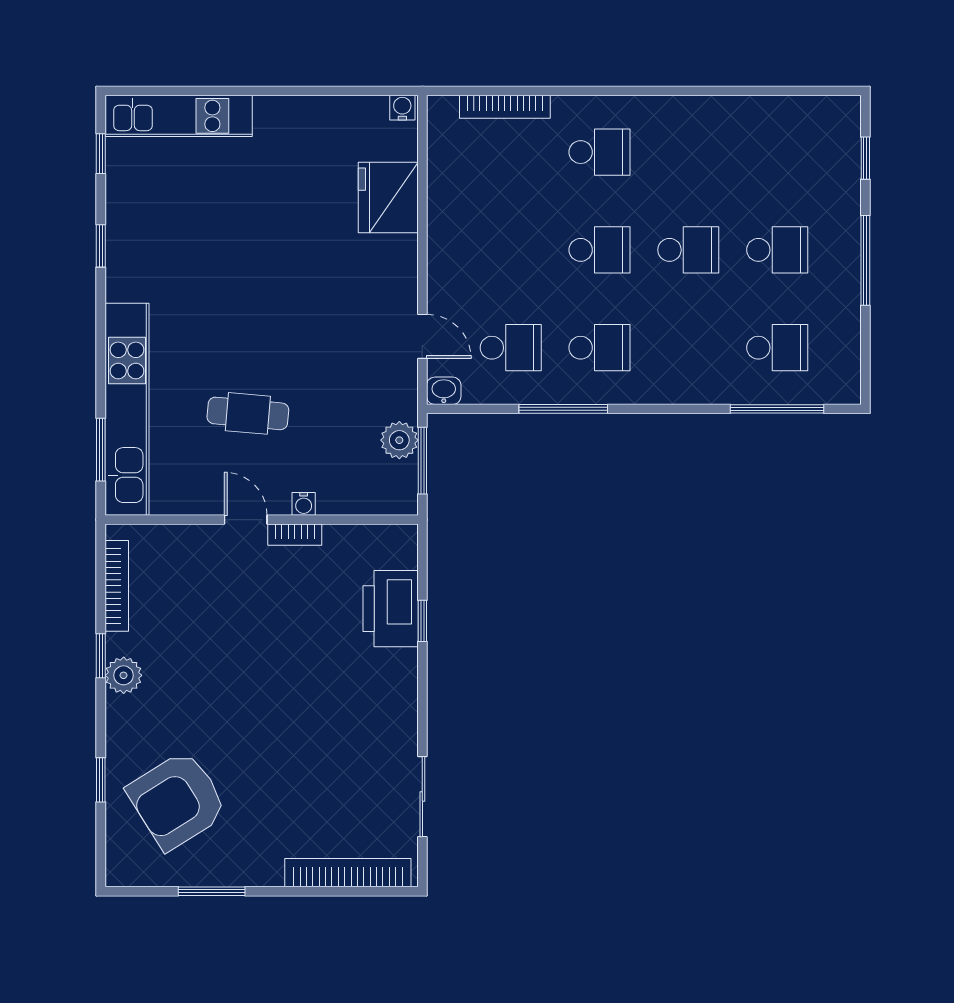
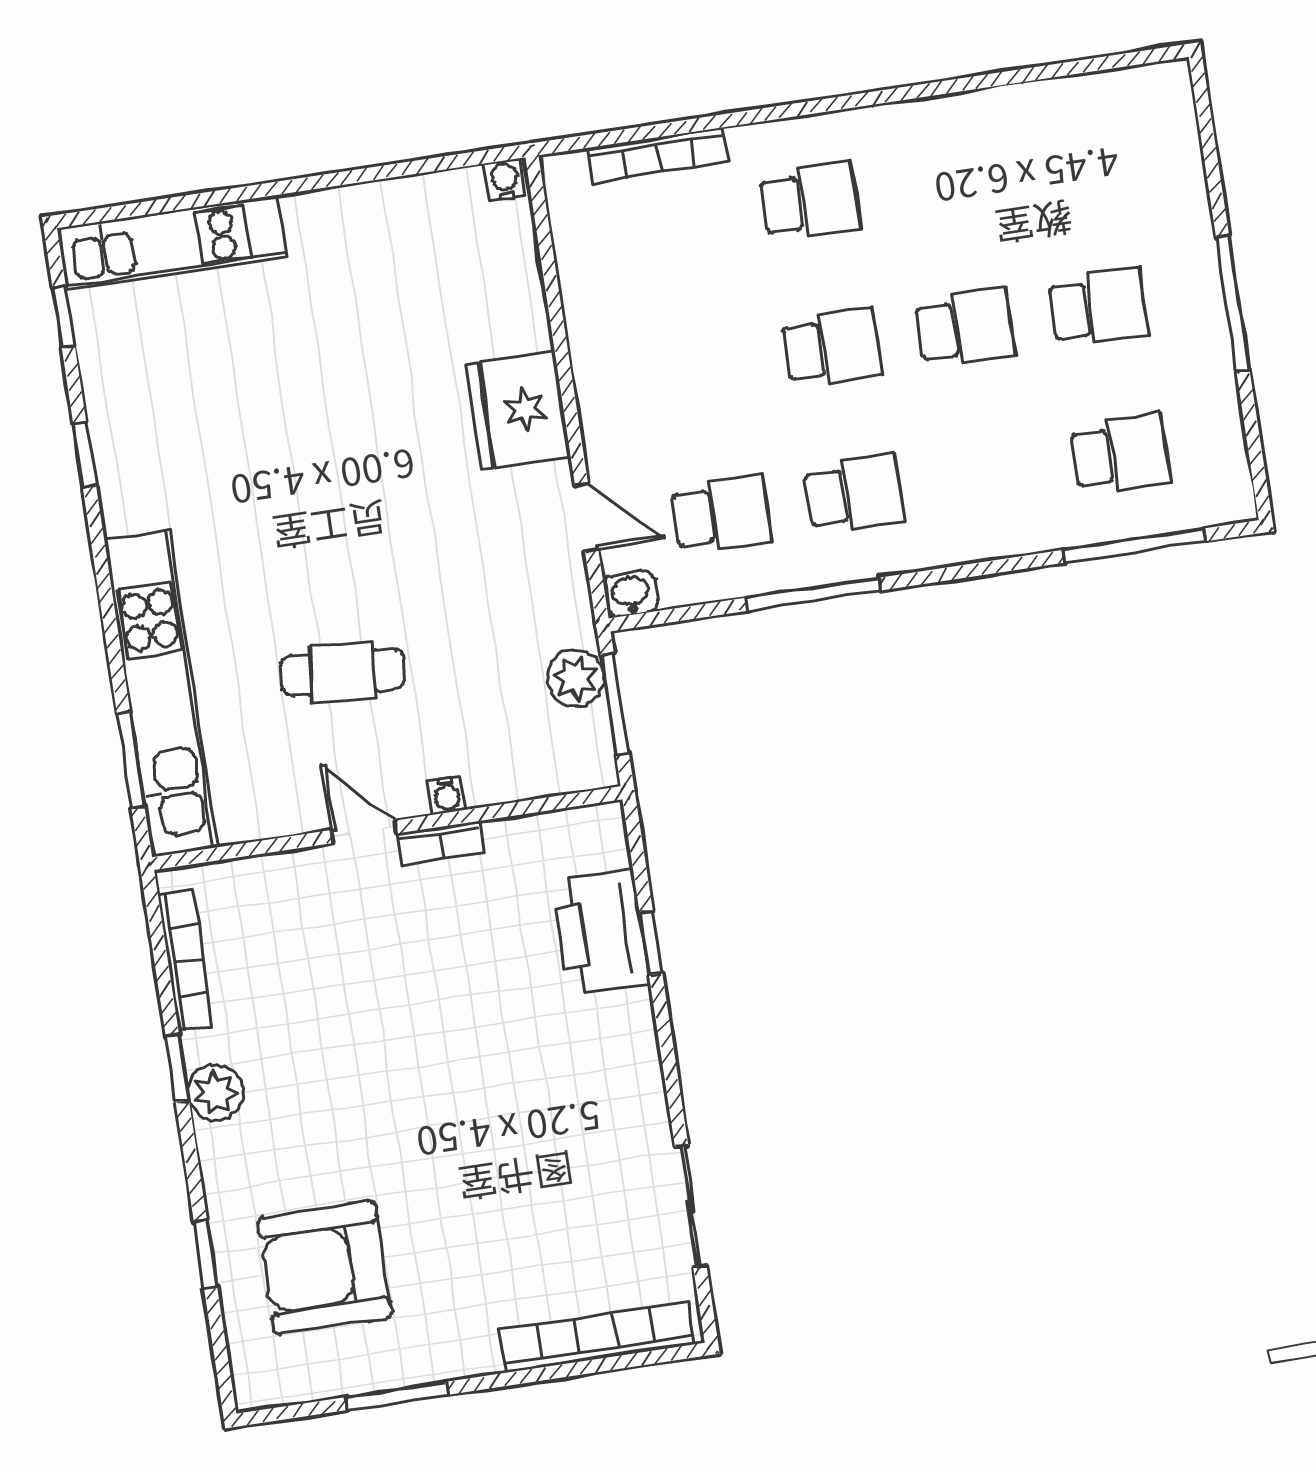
window: (865, 158) -> (1210, 150), removed
fridge: (388, 198) -> (518, 410), moved
armchair: (177, 800) -> (325, 1268), turned 32

